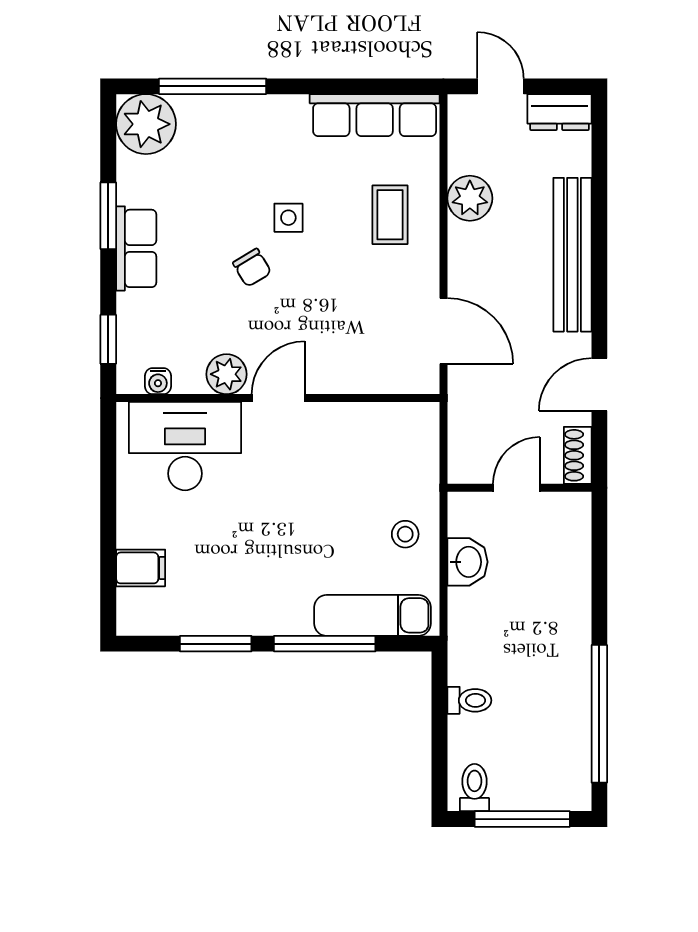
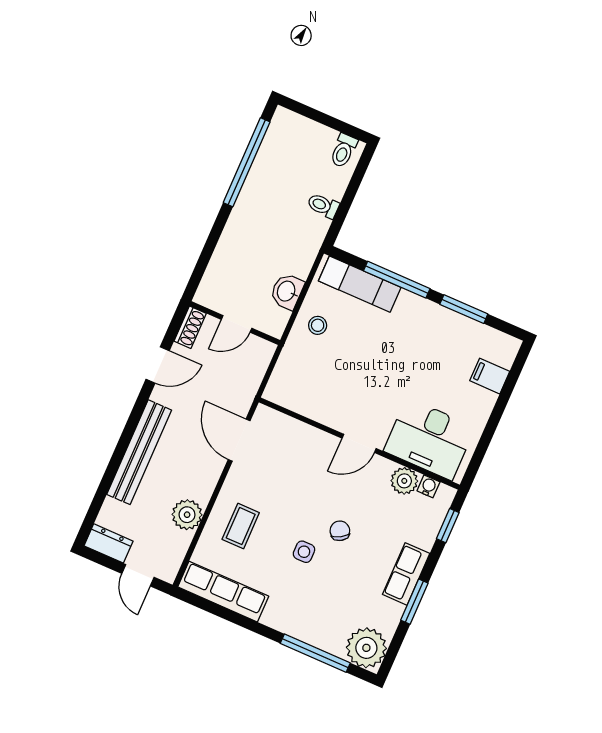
plant: (227, 374) -> (404, 481), moved
window: (522, 819) -> (323, 118), removed

